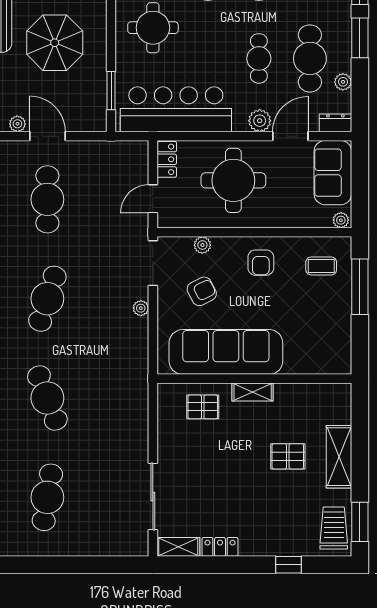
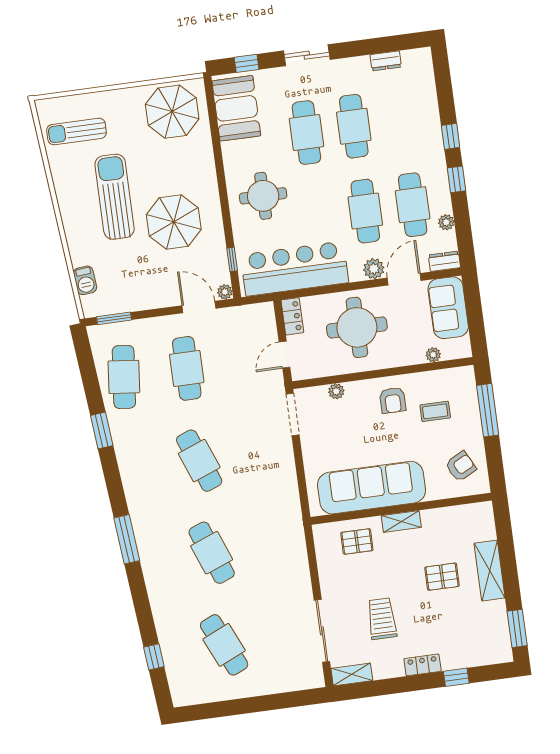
window: (360, 38) -> (456, 179), width x0.67
cafe table: (259, 58) -> (365, 211), width x1.37, depth x1.35
window: (111, 91) -> (232, 259), width x0.67
plant: (17, 124) -> (225, 292), moved
door: (48, 136) -> (199, 307), moved
plant: (341, 220) -> (433, 355), moved
coffee table: (321, 266) -> (435, 411), moved
armchair: (202, 291) -> (461, 466), moved
cafe table: (47, 299) -> (199, 461), turned -39
plant: (141, 308) -> (287, 458), removed
cafe table: (47, 497) -> (224, 645), turned -33
trolley: (334, 528) -> (382, 619), moved
locker: (220, 547) -> (423, 665), moved

